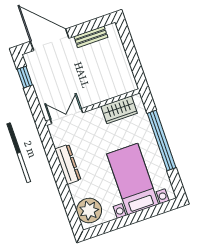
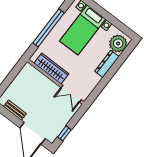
wardrobe: (119, 110) -> (51, 68), width x1.50
dresser: (68, 164) -> (107, 64), moved

